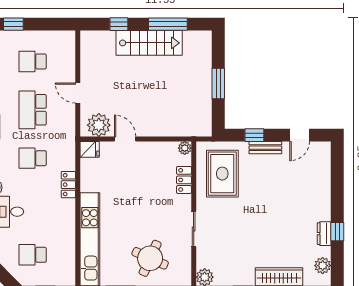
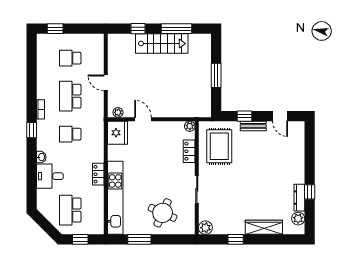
plant: (99, 125) -> (118, 112), width x0.53, depth x0.53
door: (300, 135) -> (280, 116), hinge flipped
fridge: (90, 149) -> (118, 133), width x1.88, depth x1.34
locker: (68, 185) -> (98, 174), moved
dresser: (324, 234) -> (299, 198), width x1.44
school desk: (33, 255) -> (70, 210), width x1.85

